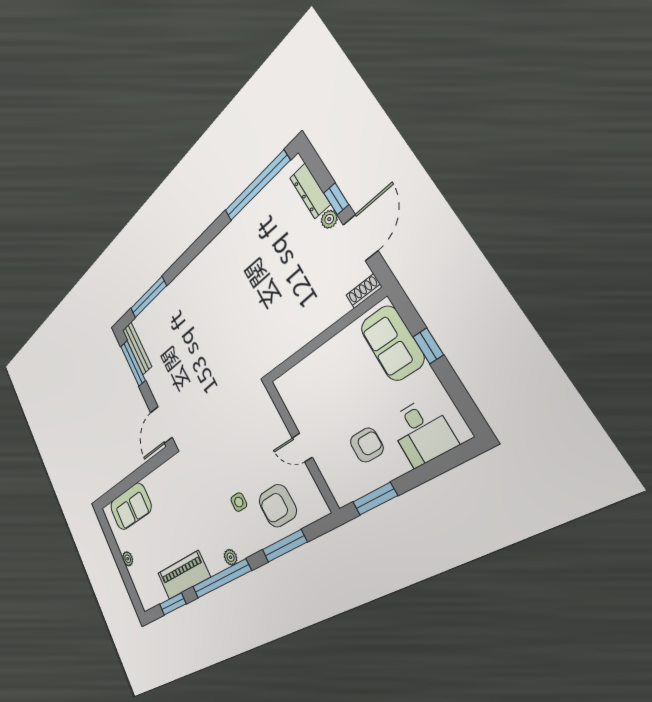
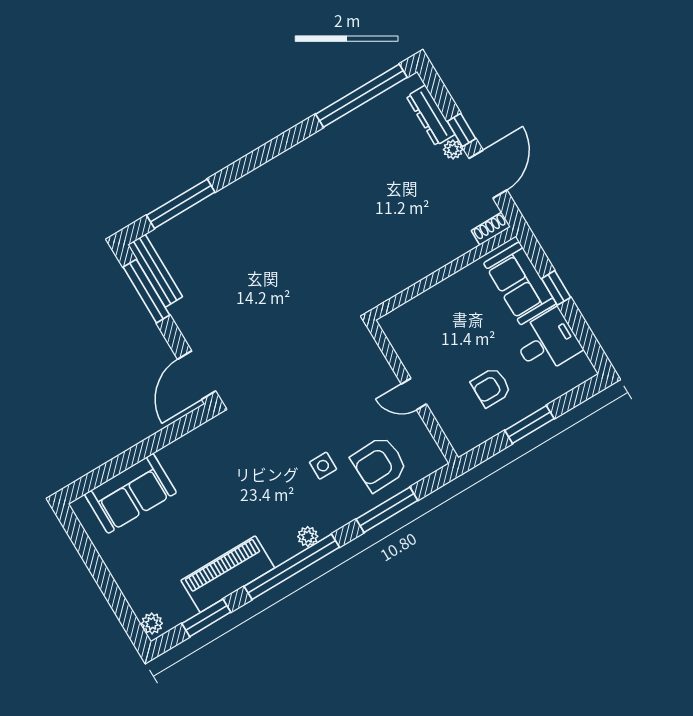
desk: (422, 432) -> (547, 342), moved, turned -90
armchair: (367, 445) -> (491, 387), turned 180
window: (375, 499) -> (529, 424), moved
plant: (128, 559) -> (152, 623), moved

